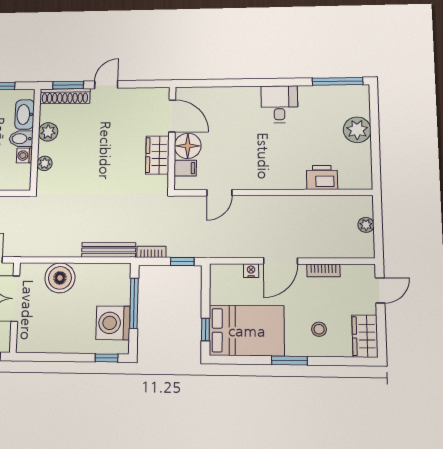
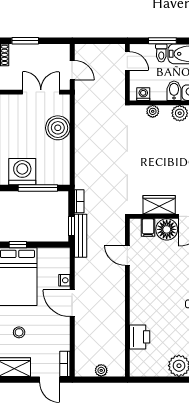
washing machine: (24, 156) -> (143, 94), moved
bench: (109, 250) -> (81, 236), moved
bookcase: (323, 270) -> (65, 364), moved

